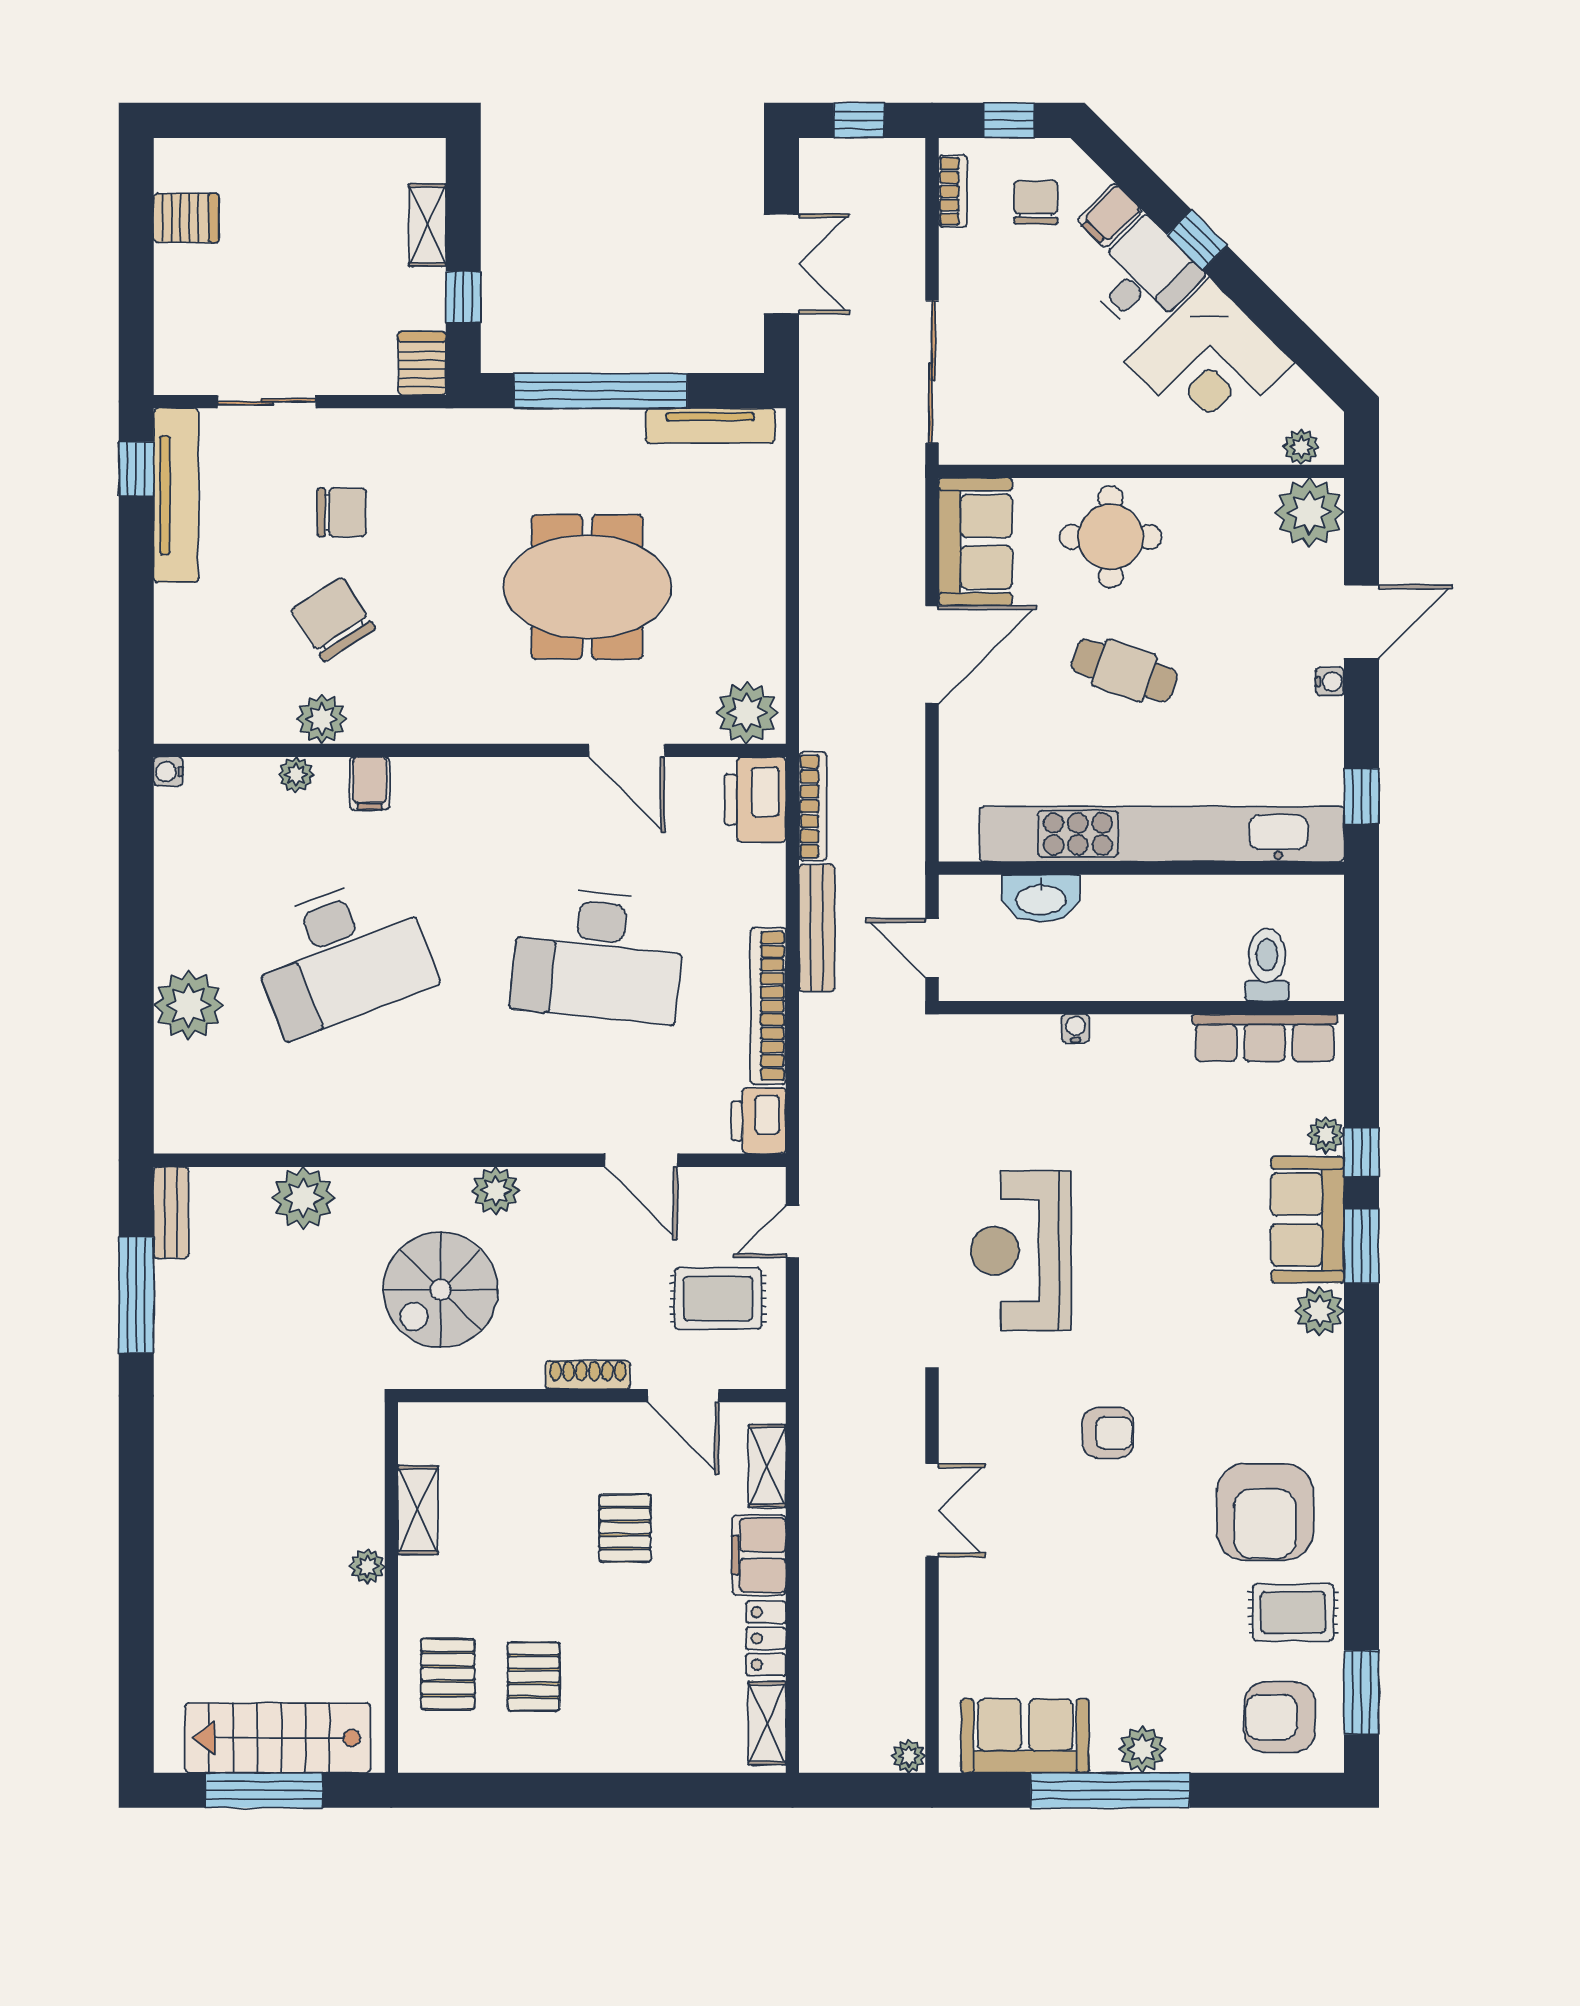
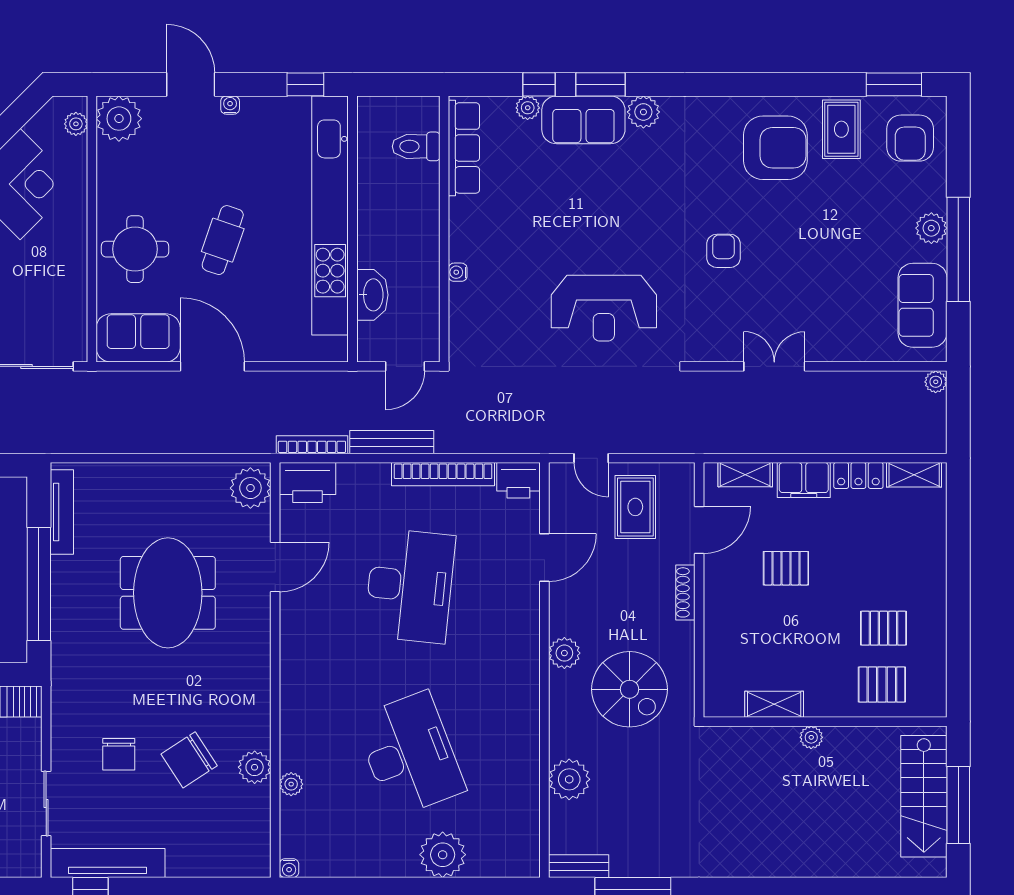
chair: (342, 512) -> (119, 754), turned 180
filing cabinet: (370, 783) -> (297, 736), removed

